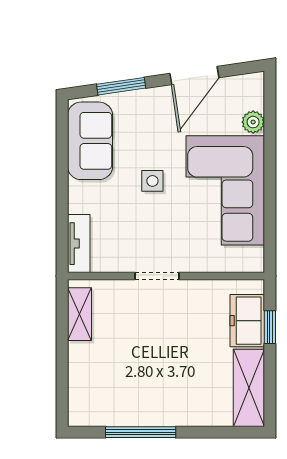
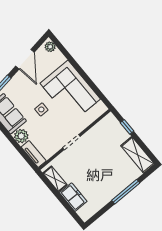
plant: (253, 122) -> (50, 47), moved
plant: (83, 197) -> (21, 136), added
freezer: (247, 321) -> (73, 197), moved, turned 180
window: (141, 432) -> (126, 192), moved

